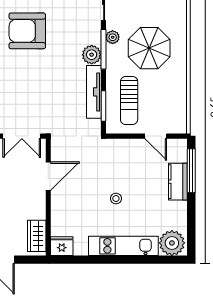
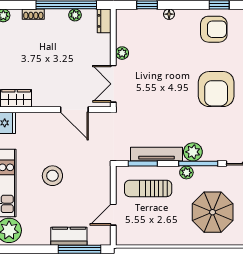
armchair: (27, 31) -> (216, 89), turned 180
plant: (113, 37) -> (186, 173), moved
parasol: (149, 48) -> (213, 212), moved
stool: (116, 198) -> (52, 176), width x1.89, depth x1.89

